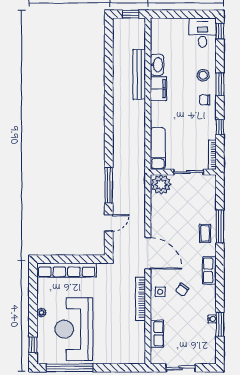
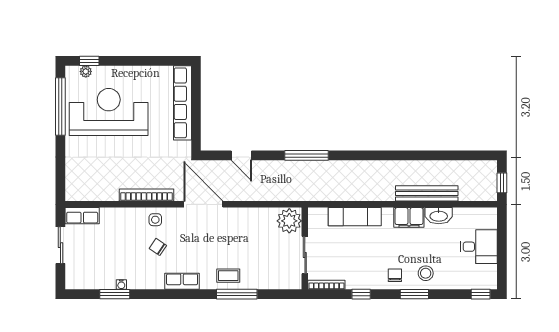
desk: (202, 33) -> (479, 247), moved
exam couch: (158, 148) -> (355, 217), moved
window: (109, 185) -> (307, 155), moved
door: (148, 253) -> (203, 204), swing flipped
plant: (41, 313) -> (86, 71), moved
row of seats: (157, 334) -> (82, 216), moved

